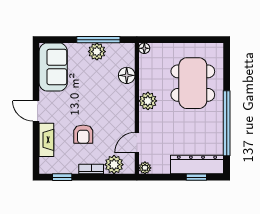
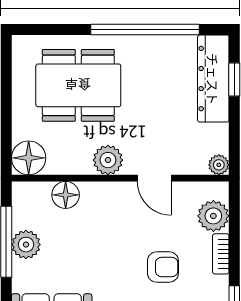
floor lamp: (144, 48) -> (29, 158), width x1.89, depth x1.89
door: (137, 143) -> (154, 178), moved

